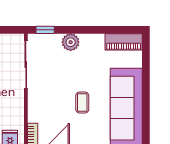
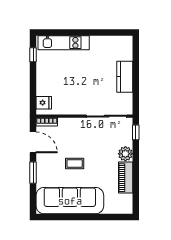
piano: (124, 42) -> (126, 178), moved

